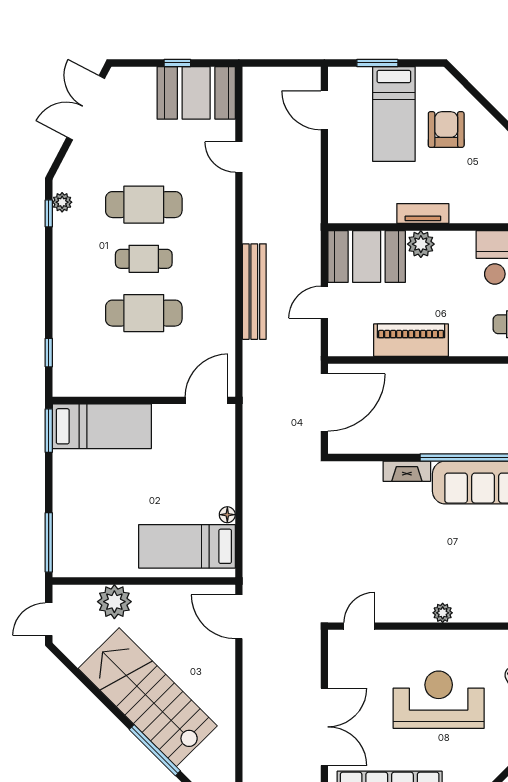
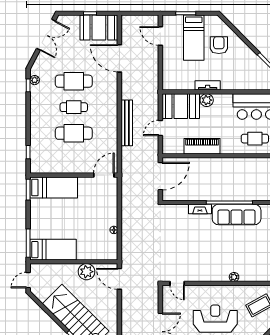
double door: (86, 108) -> (46, 35), swing flipped
door: (239, 157) -> (119, 58), width x1.87
bed: (187, 546) -> (53, 250), moved, turned 180
plant: (114, 602) -> (87, 272), moved
plant: (443, 613) -> (234, 277), moved
door: (359, 626) -> (177, 283), swing flipped

